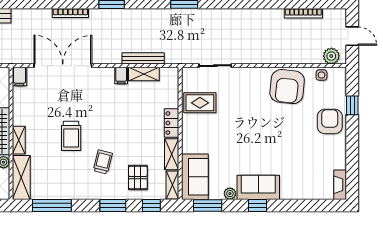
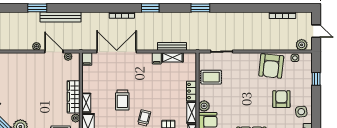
armchair: (330, 121) -> (281, 99), moved
plant: (190, 145) -> (204, 106), added
side table: (331, 153) -> (301, 112), added

